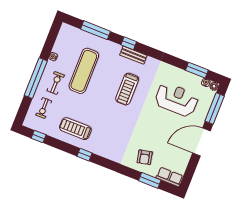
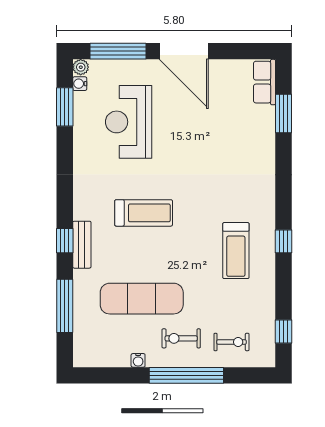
bench: (133, 55) -> (82, 245), moved
treadmill: (75, 129) -> (236, 251), moved
armchair: (145, 157) -> (248, 137), removed

